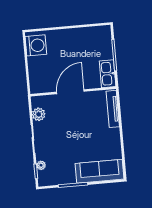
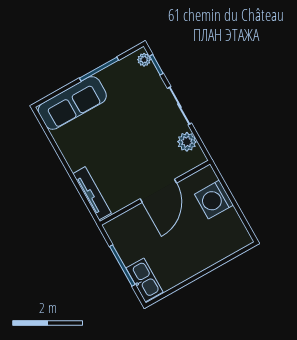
washing machine: (36, 45) -> (214, 200), moved
kitchen sink: (108, 74) -> (144, 280), moved
plant: (41, 165) -> (144, 60), moved

